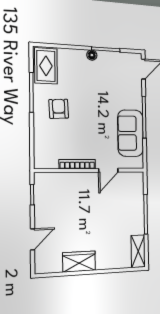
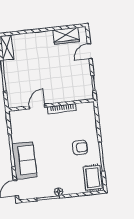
armchair: (59, 109) -> (80, 148), turned -87
sofa: (131, 133) -> (24, 160), moved
wardrobe: (79, 262) -> (66, 36), moved

